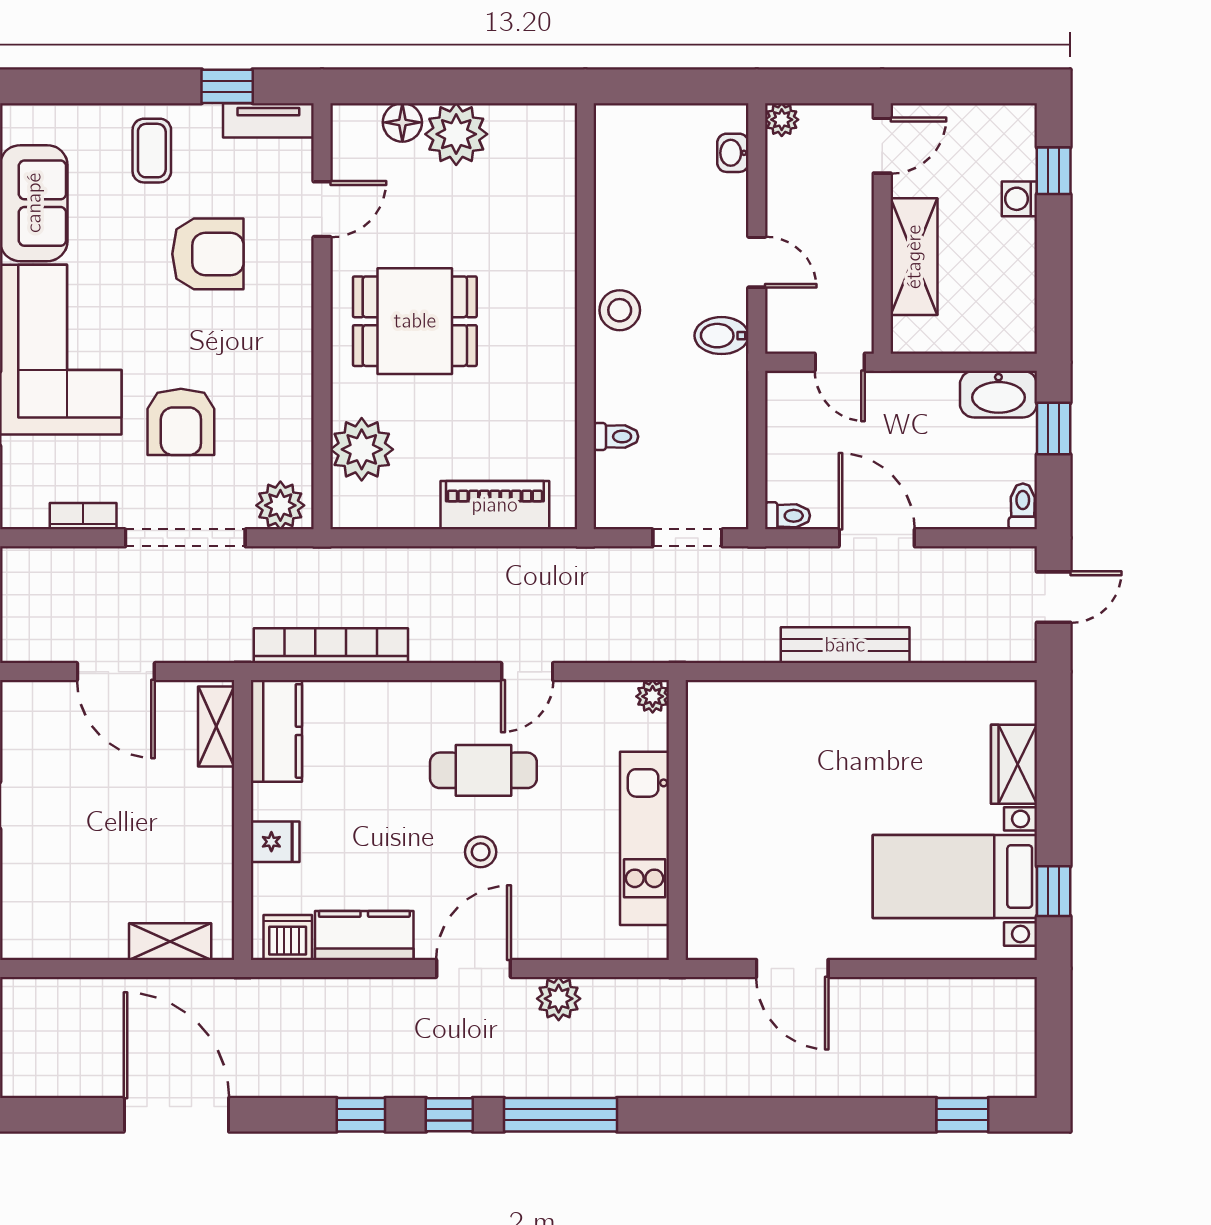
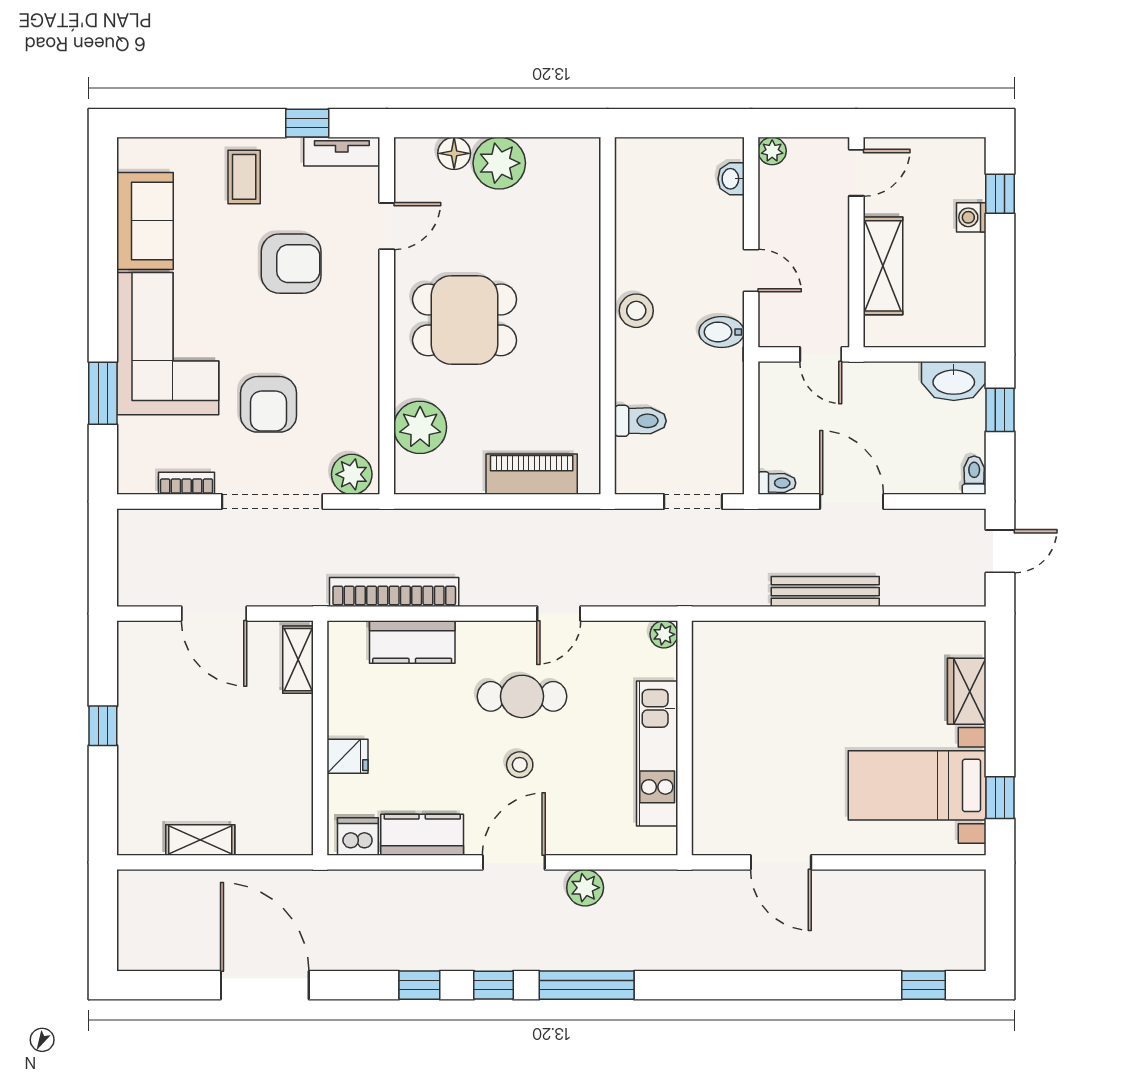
toilet: (616, 437) -> (640, 421), width x1.37, depth x1.39
kitchen counter: (276, 731) -> (412, 642), moved, turned 90
shelving: (170, 942) -> (200, 840), moved

